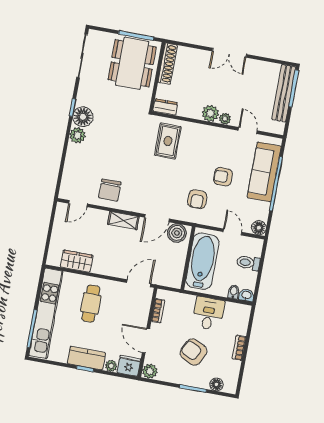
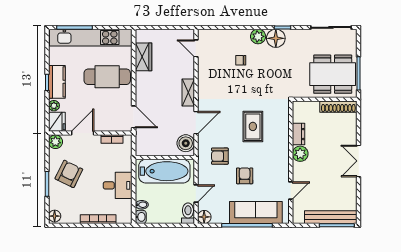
dresser: (165, 107) -> (299, 134), moved
plant: (225, 119) -> (298, 168), removed
rug: (168, 141) -> (253, 126), moved, turned 90
chair: (110, 190) -> (241, 60), moved, width x0.54, depth x0.54
door: (157, 218) -> (196, 123), swing flipped
toilet: (248, 263) -> (188, 213), moved
cafe table: (91, 303) -> (107, 77), width x1.37, depth x1.35
bookcase: (239, 348) -> (98, 219), width x1.56
armchair: (194, 352) -> (69, 174), moved
floor lamp: (216, 384) -> (55, 216), moved

